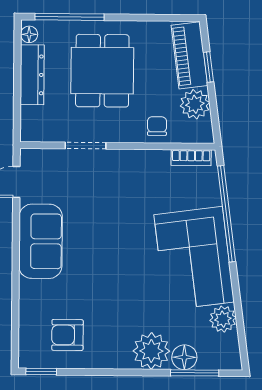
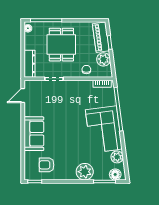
dresser: (32, 75) -> (29, 64), moved
sofa: (40, 241) -> (34, 134), moved
floor lamp: (184, 357) -> (115, 174), moved

